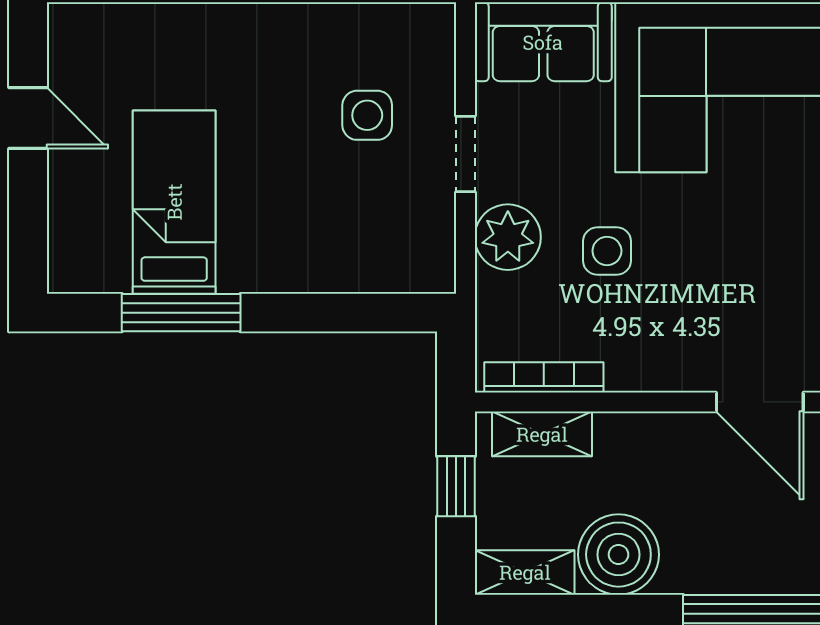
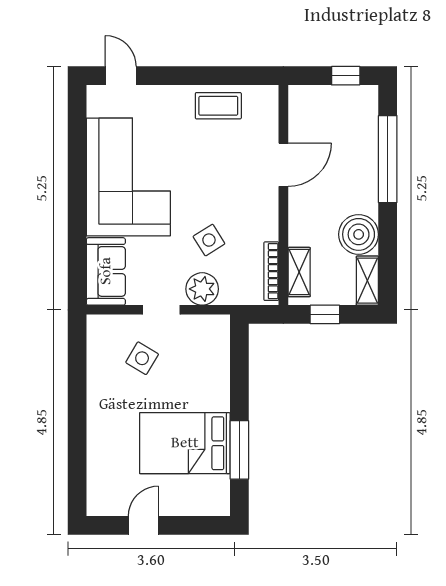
side table: (367, 115) -> (142, 358), turned 31
bed: (174, 202) -> (185, 443), width x1.50
side table: (607, 251) -> (209, 240), turned -32

